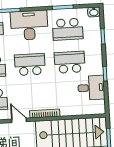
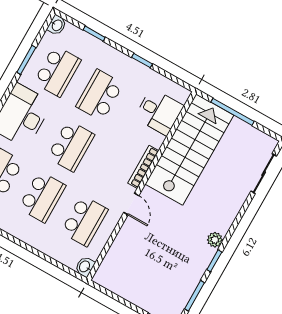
school desk: (30, 64) -> (71, 146), turned 180
desk: (91, 88) -> (159, 112), moved, turned 90
door: (19, 120) -> (131, 204), swing flipped

